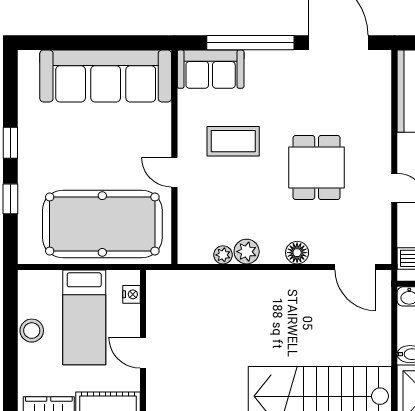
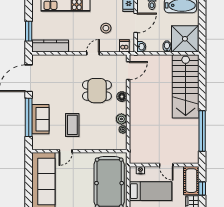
sofa: (211, 69) -> (40, 119), moved
dining table: (317, 167) -> (97, 91), moved
door: (174, 172) -> (66, 151), moved
door: (143, 353) -> (166, 165), hinge flipped

